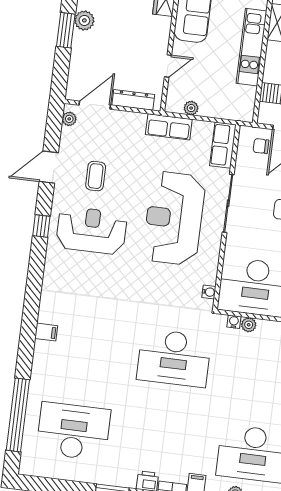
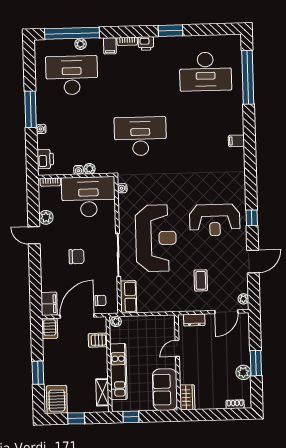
dresser: (133, 100) -> (194, 320), width x0.70
plant: (191, 108) -> (116, 322), moved
row of seats: (169, 127) -> (170, 304), removed
coffee table: (96, 176) -> (201, 280), moved
water cooler: (234, 322) -> (78, 170), moved

